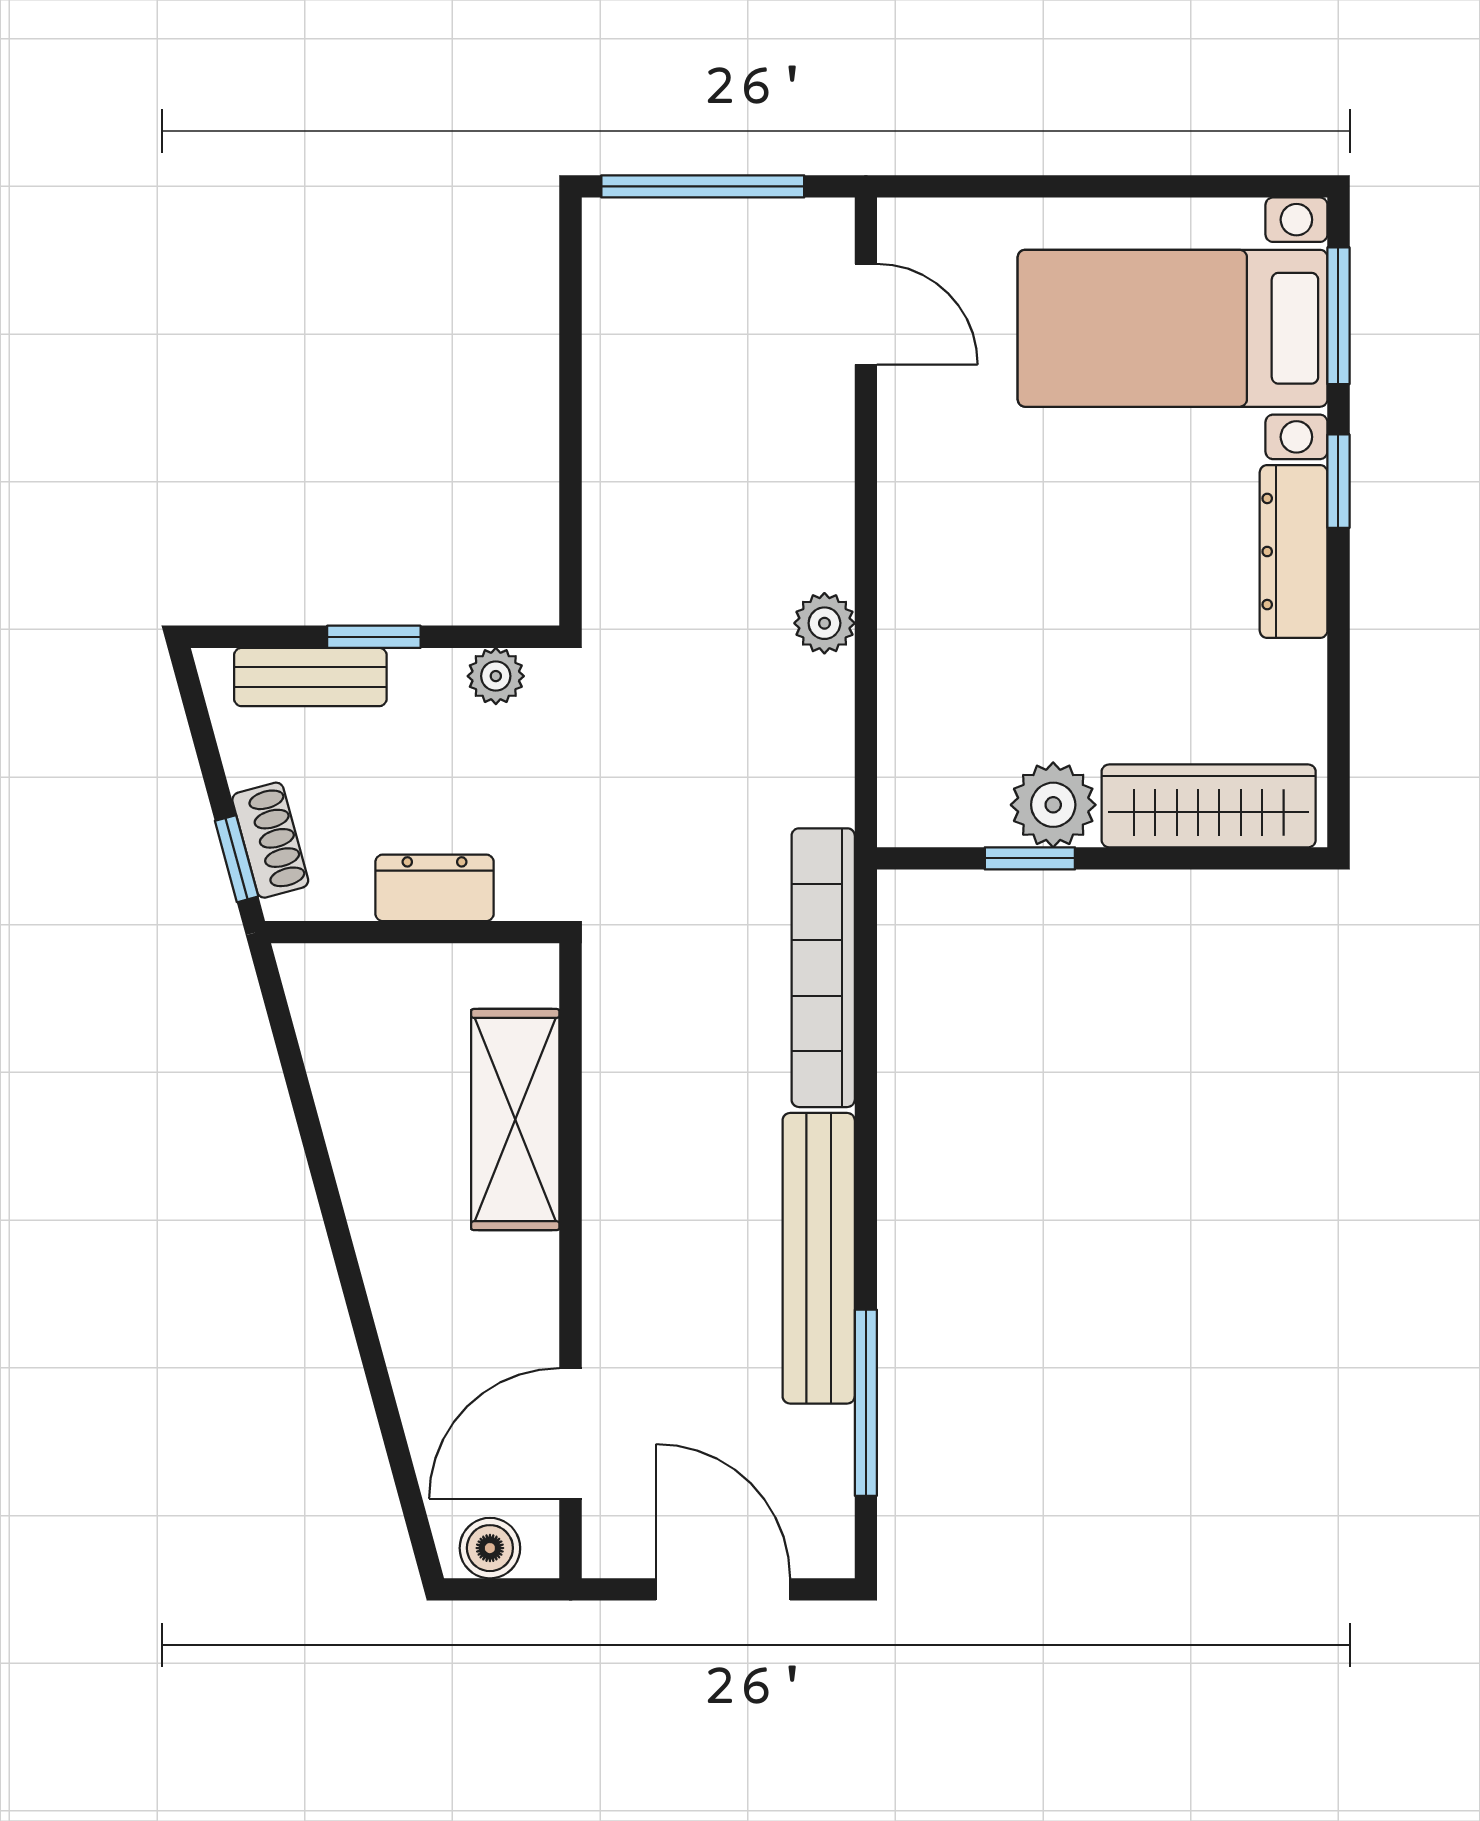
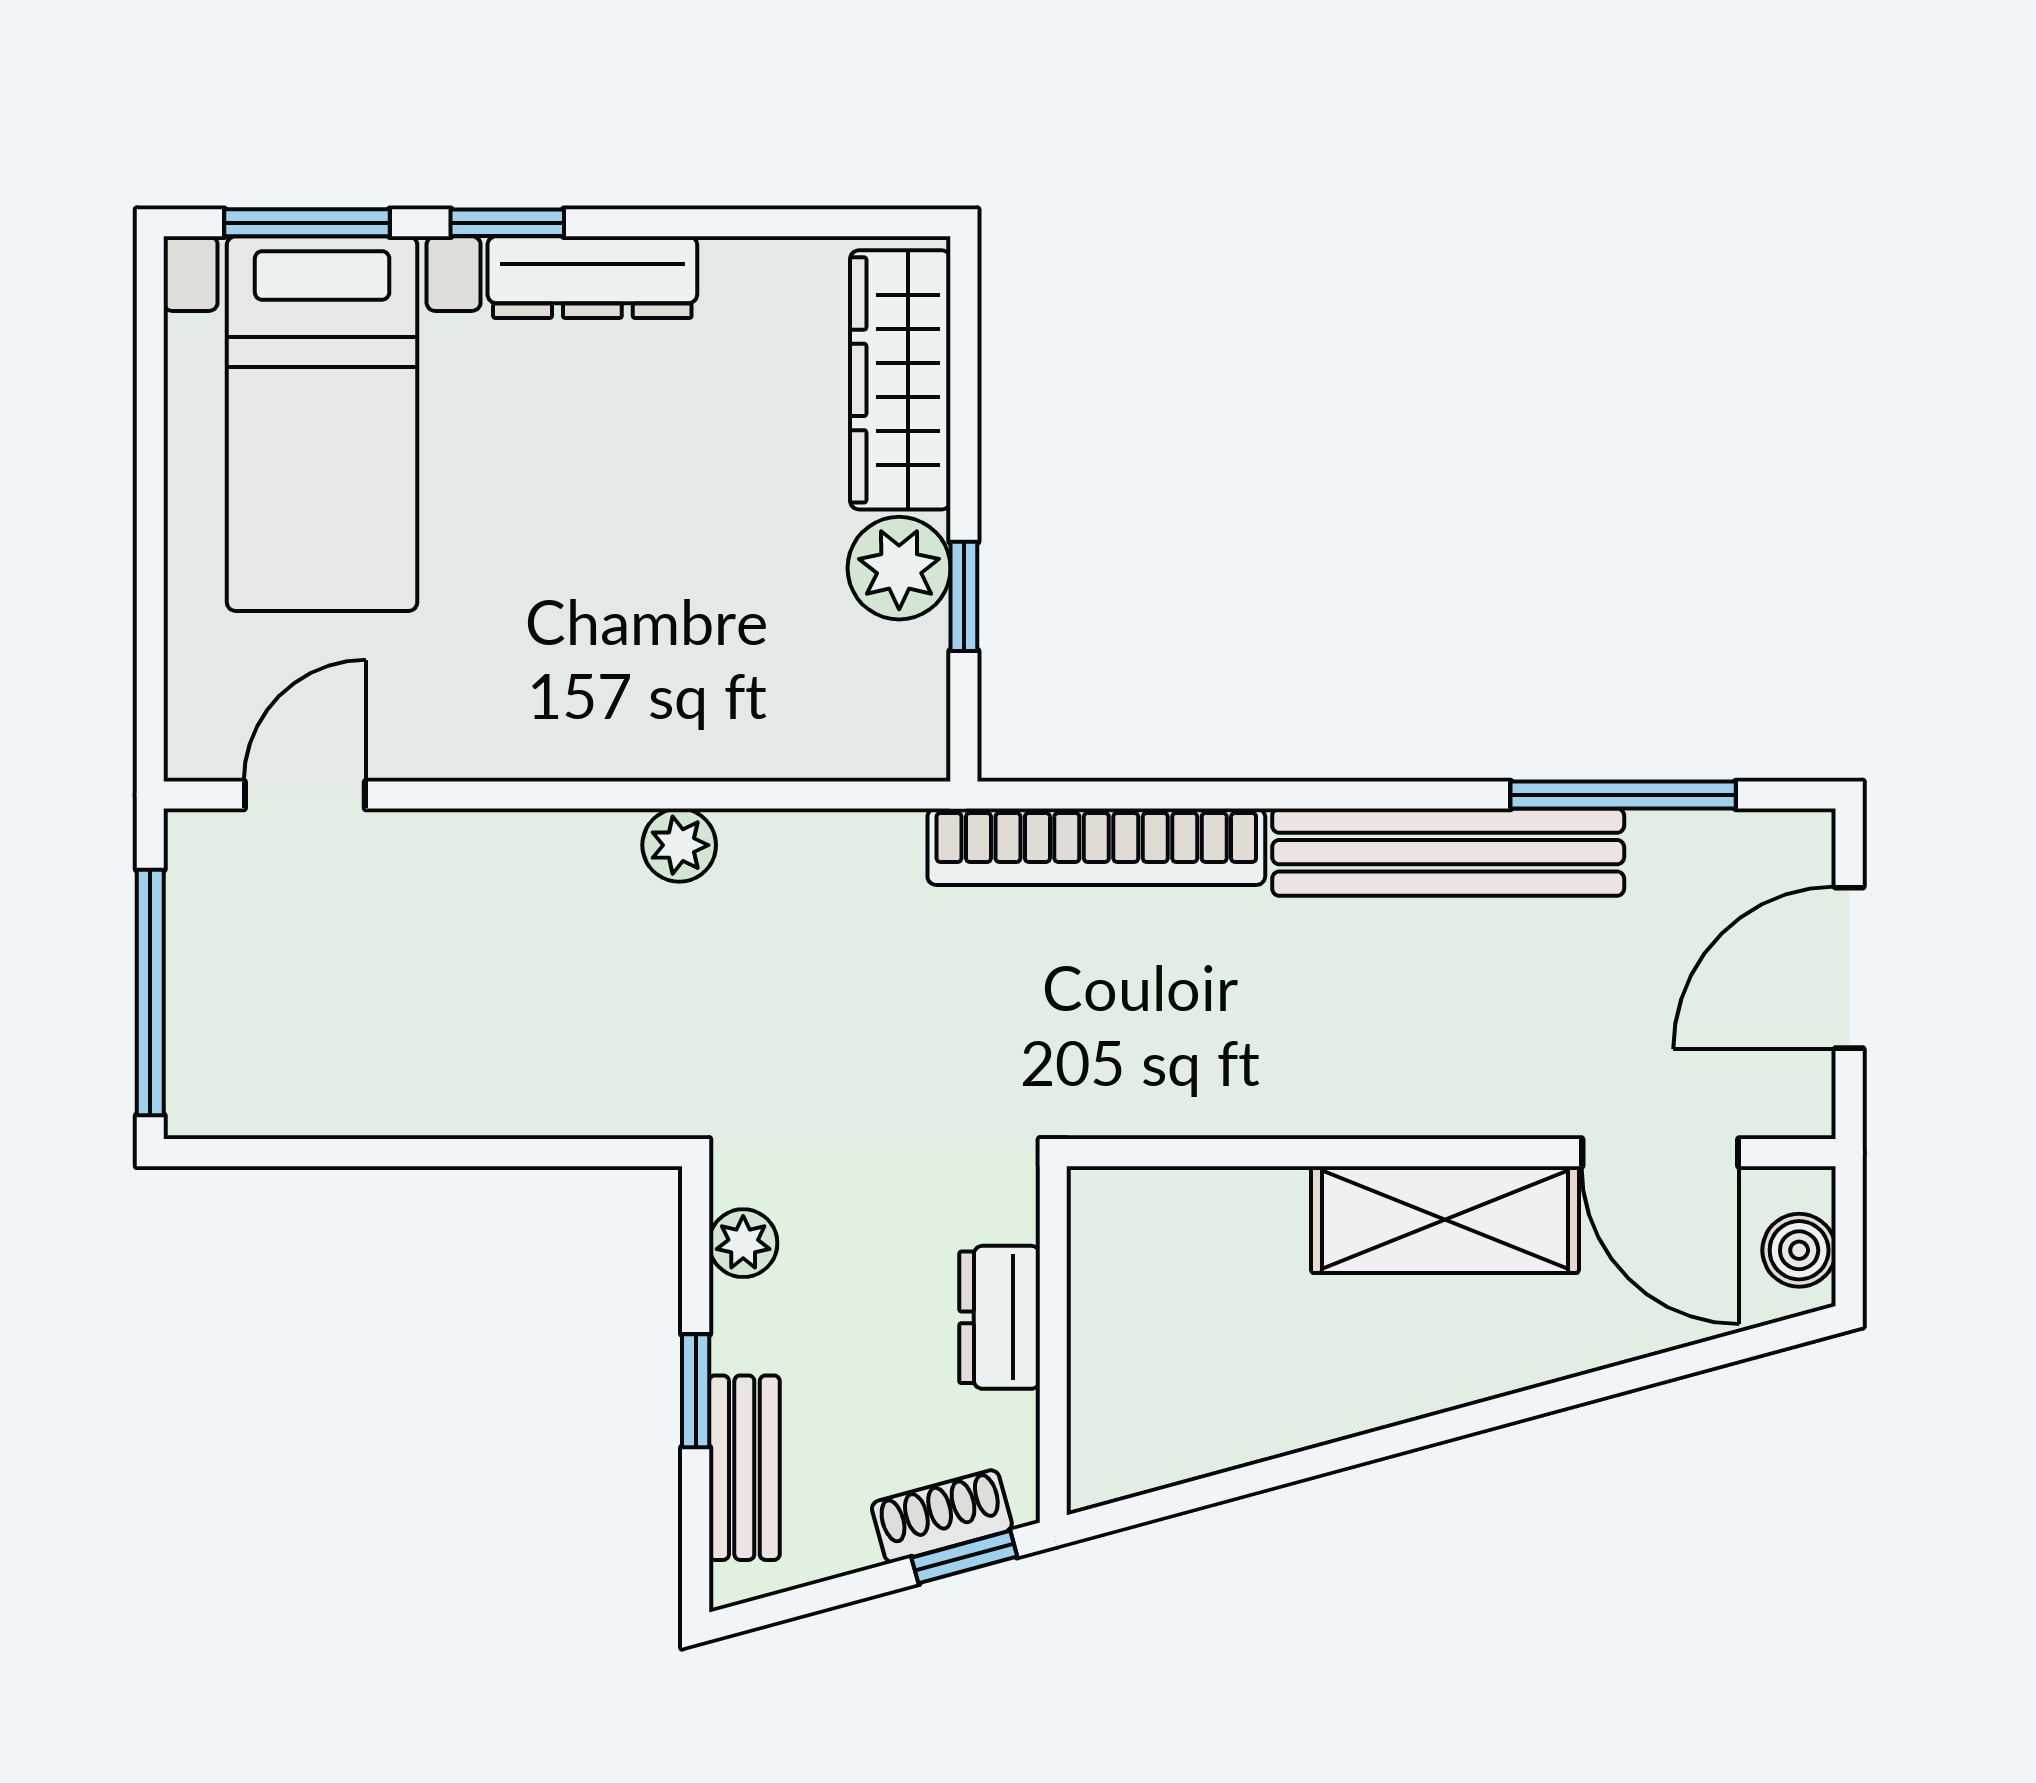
shelving: (515, 1120) -> (1445, 1220), moved

